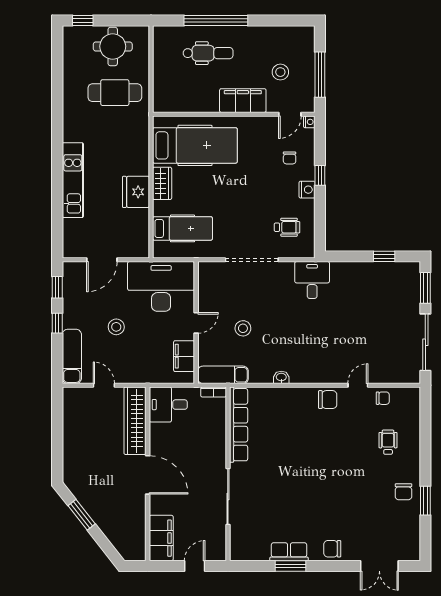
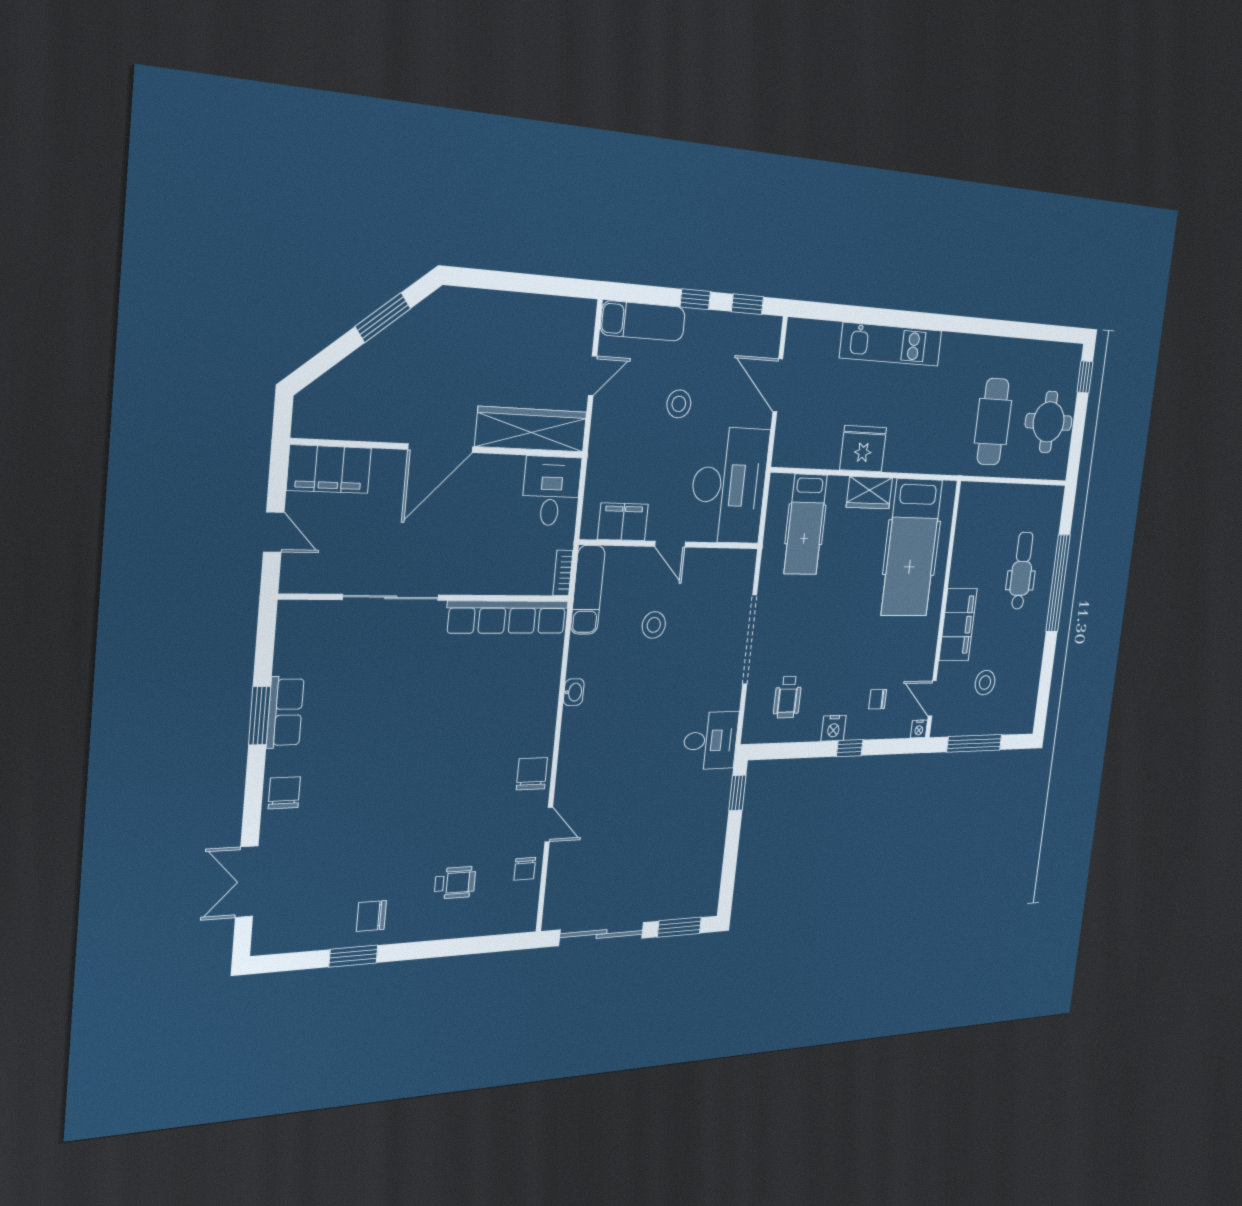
dental chair: (208, 53) -> (1022, 571), turned 180
window: (384, 256) -> (737, 793), moved
chair: (328, 400) -> (532, 774), turned 180

